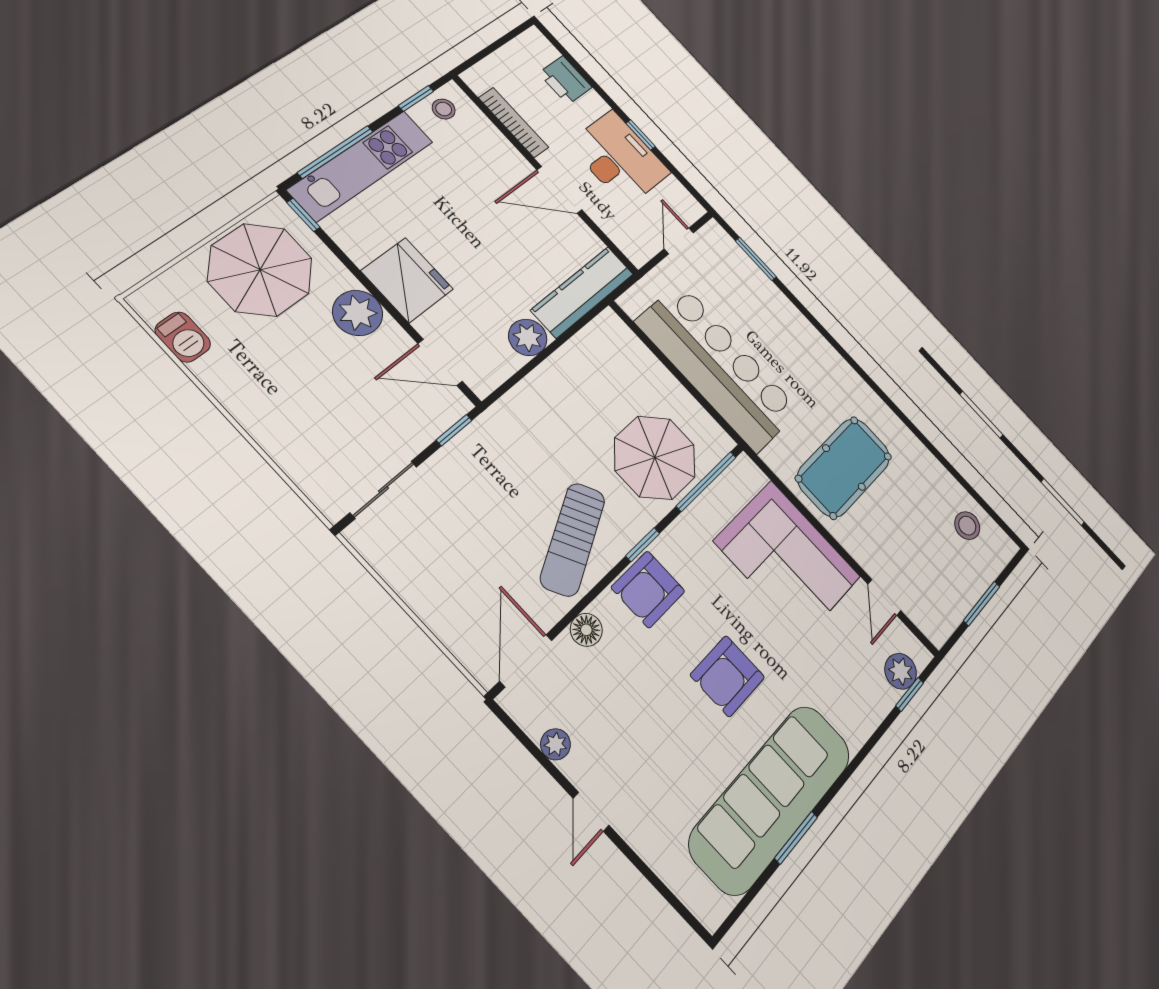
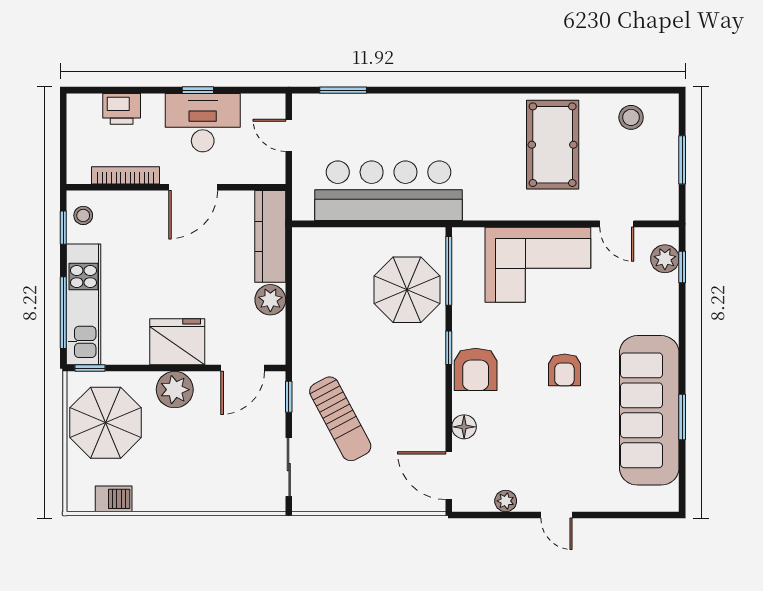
pool table: (844, 467) -> (553, 145), moved
sun lounger: (573, 539) -> (340, 419), moved
armchair: (728, 676) -> (564, 370), width x0.72, depth x0.72

